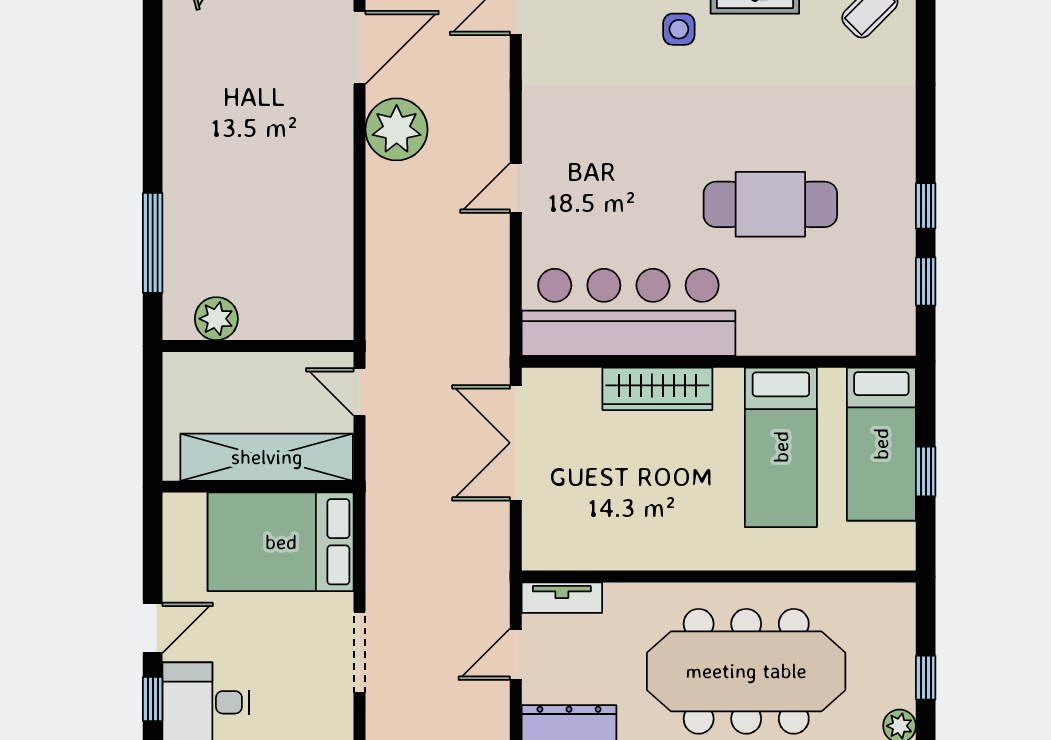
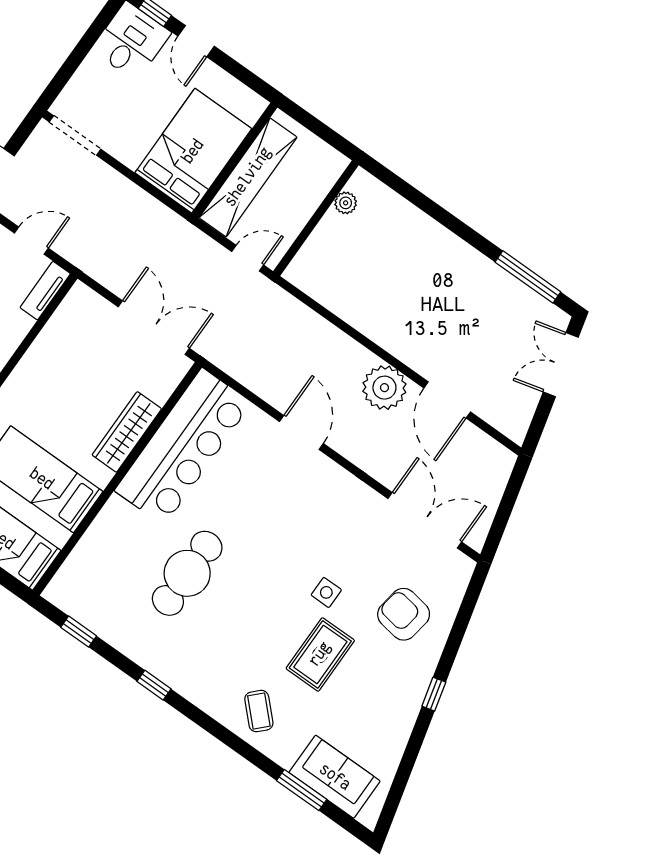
door: (516, 188) -> (301, 433), width x1.38
window: (926, 206) -> (154, 685), moved
window: (153, 243) -> (528, 277), moved
plant: (216, 319) -> (346, 203), width x0.73, depth x0.73
doorway: (360, 653) -> (75, 135), moved
door: (516, 654) -> (31, 241), hinge flipped

